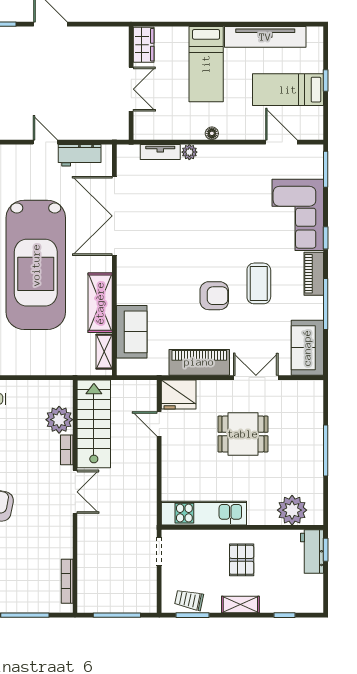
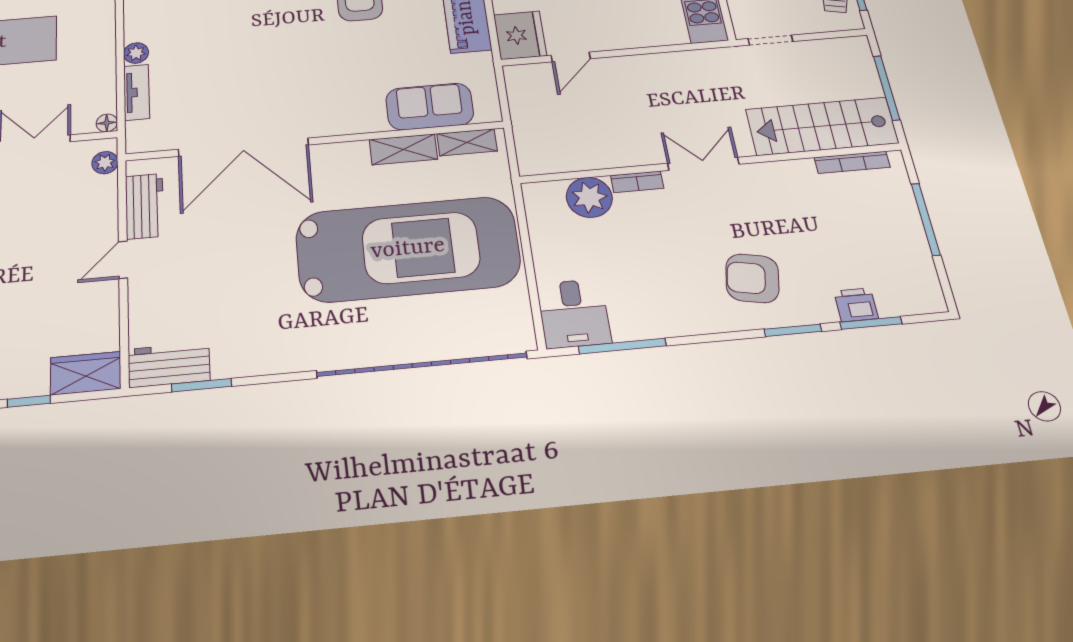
plant: (112, 132) -> (105, 163), added
floor lamp: (212, 133) -> (107, 123), moved
car: (36, 265) -> (408, 249), moved
shelving: (100, 303) -> (403, 149), width x0.67, depth x0.75
stairs: (94, 424) -> (822, 126), moved

